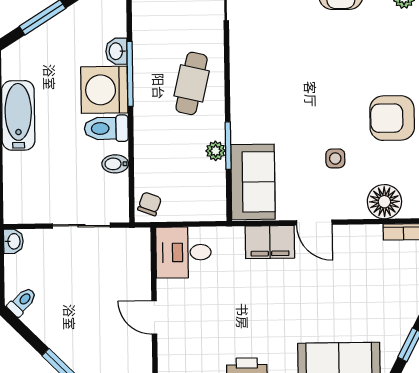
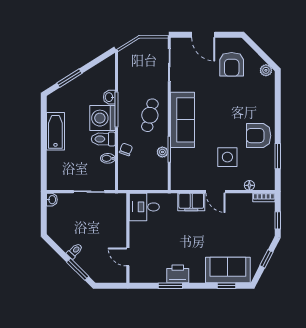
side table: (335, 158) -> (227, 157), width x1.87, depth x1.87
sofa: (253, 182) -> (182, 120), moved, width x1.36
floor lamp: (384, 202) -> (249, 185), width x0.53, depth x0.53
chair: (150, 204) -> (126, 149), moved
toilet: (22, 302) -> (75, 251), moved
door: (154, 317) -> (128, 257), moved

